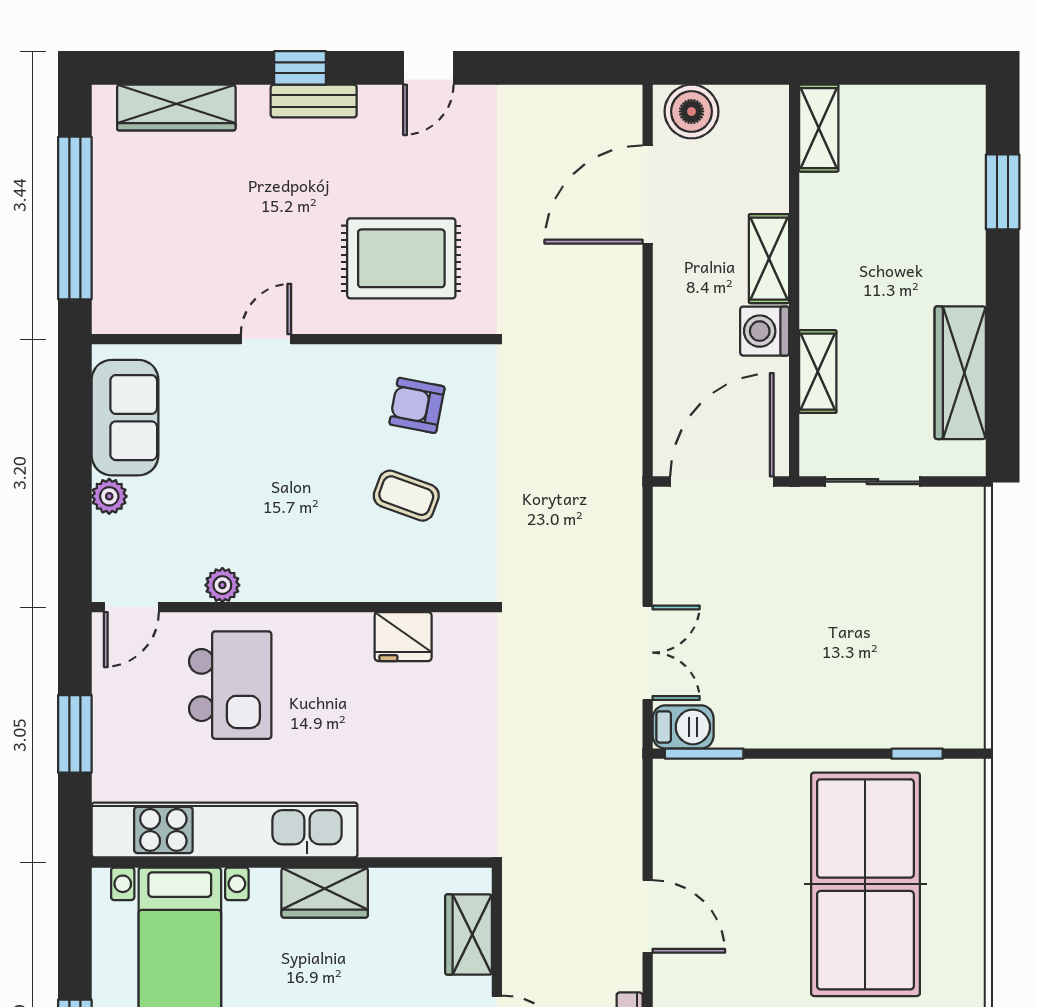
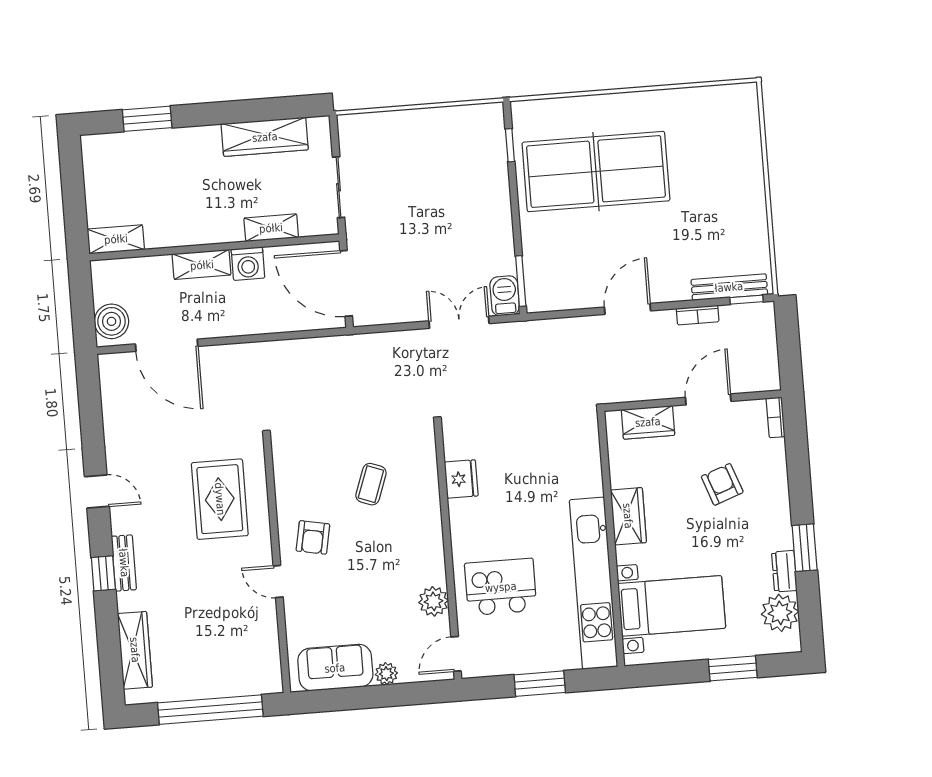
armchair: (417, 405) -> (313, 537), moved
plant: (222, 585) -> (434, 601), width x1.38, depth x1.38
door: (131, 607) -> (456, 654), swing flipped

